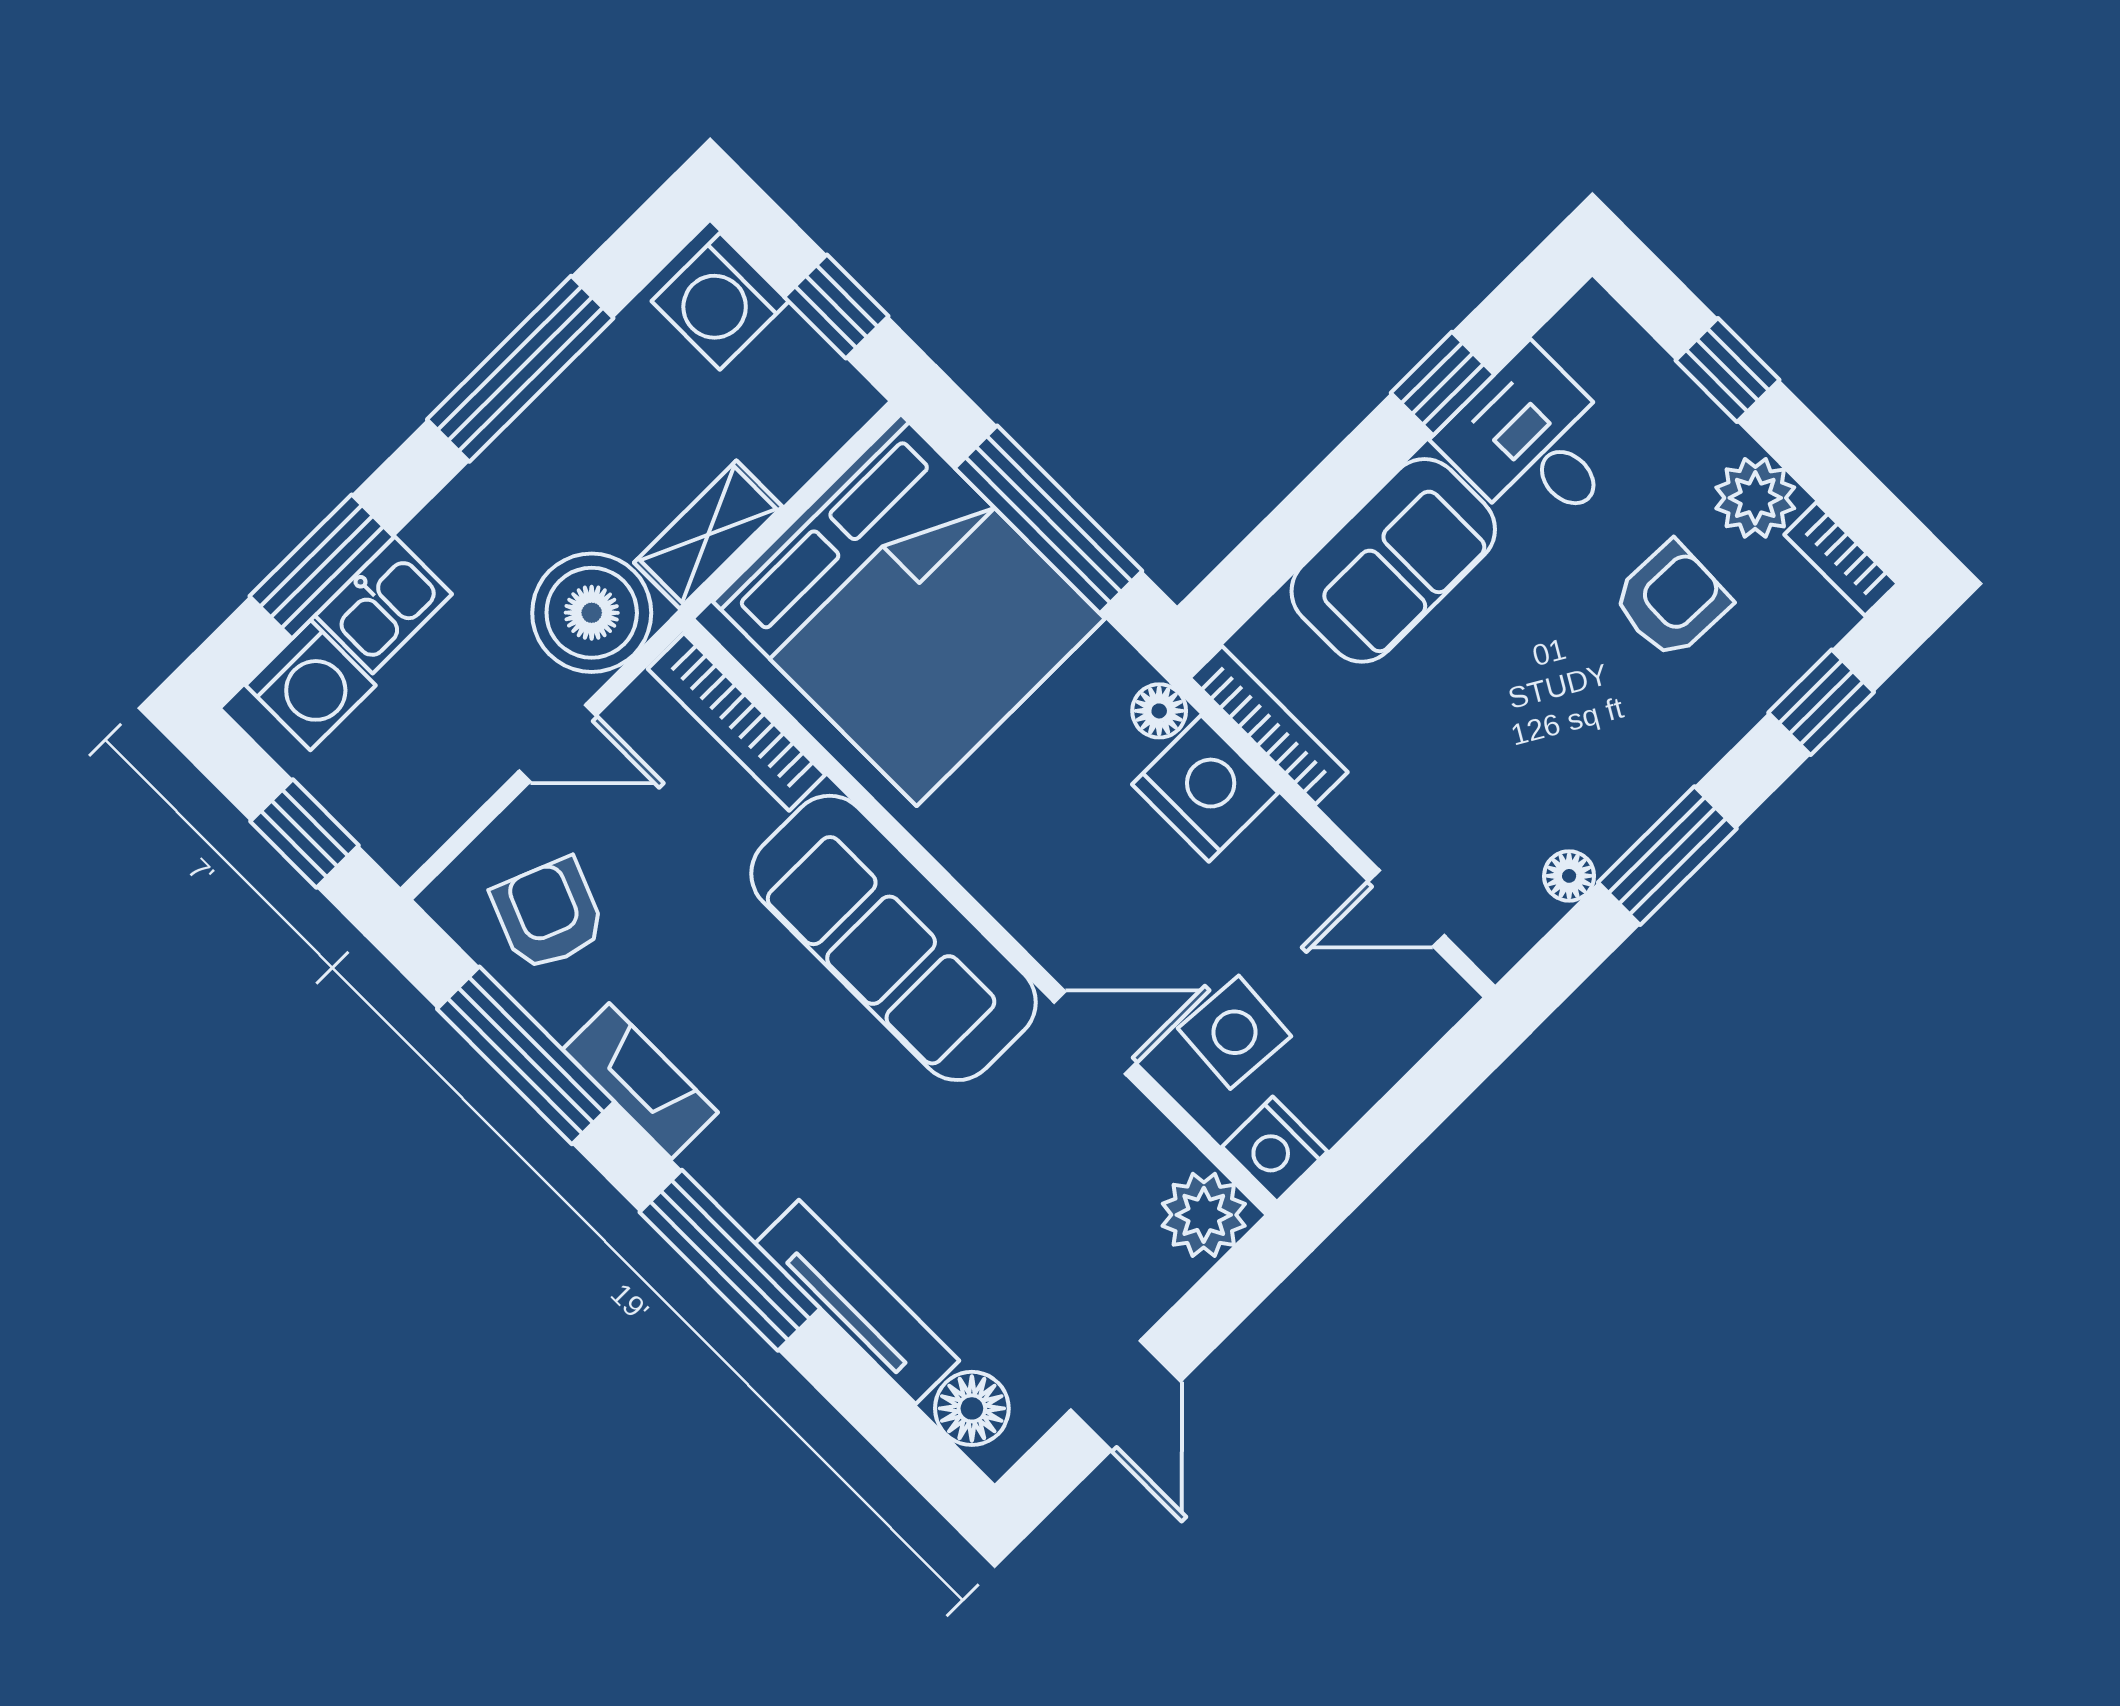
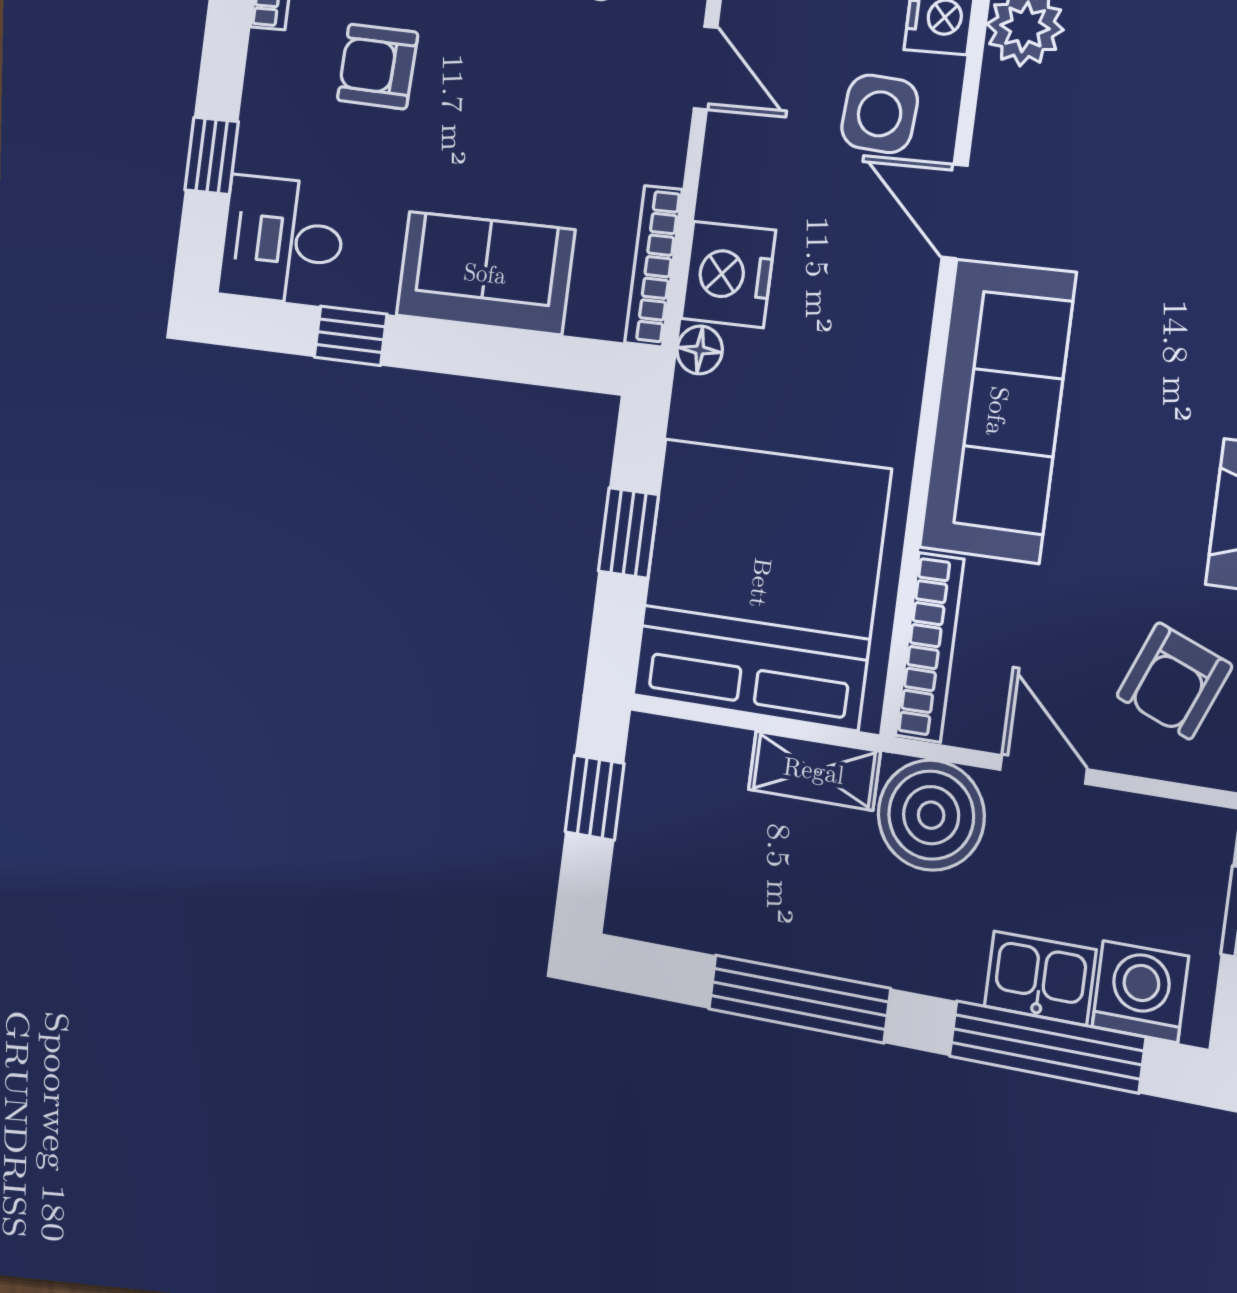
washing machine: (720, 301) -> (650, 885), removed
desk: (1534, 444) -> (282, 240), moved, turned 90
plant: (1755, 498) -> (276, 69), removed
window: (1049, 519) -> (628, 533), width x0.46
window: (322, 566) -> (1047, 1047), width x1.44

